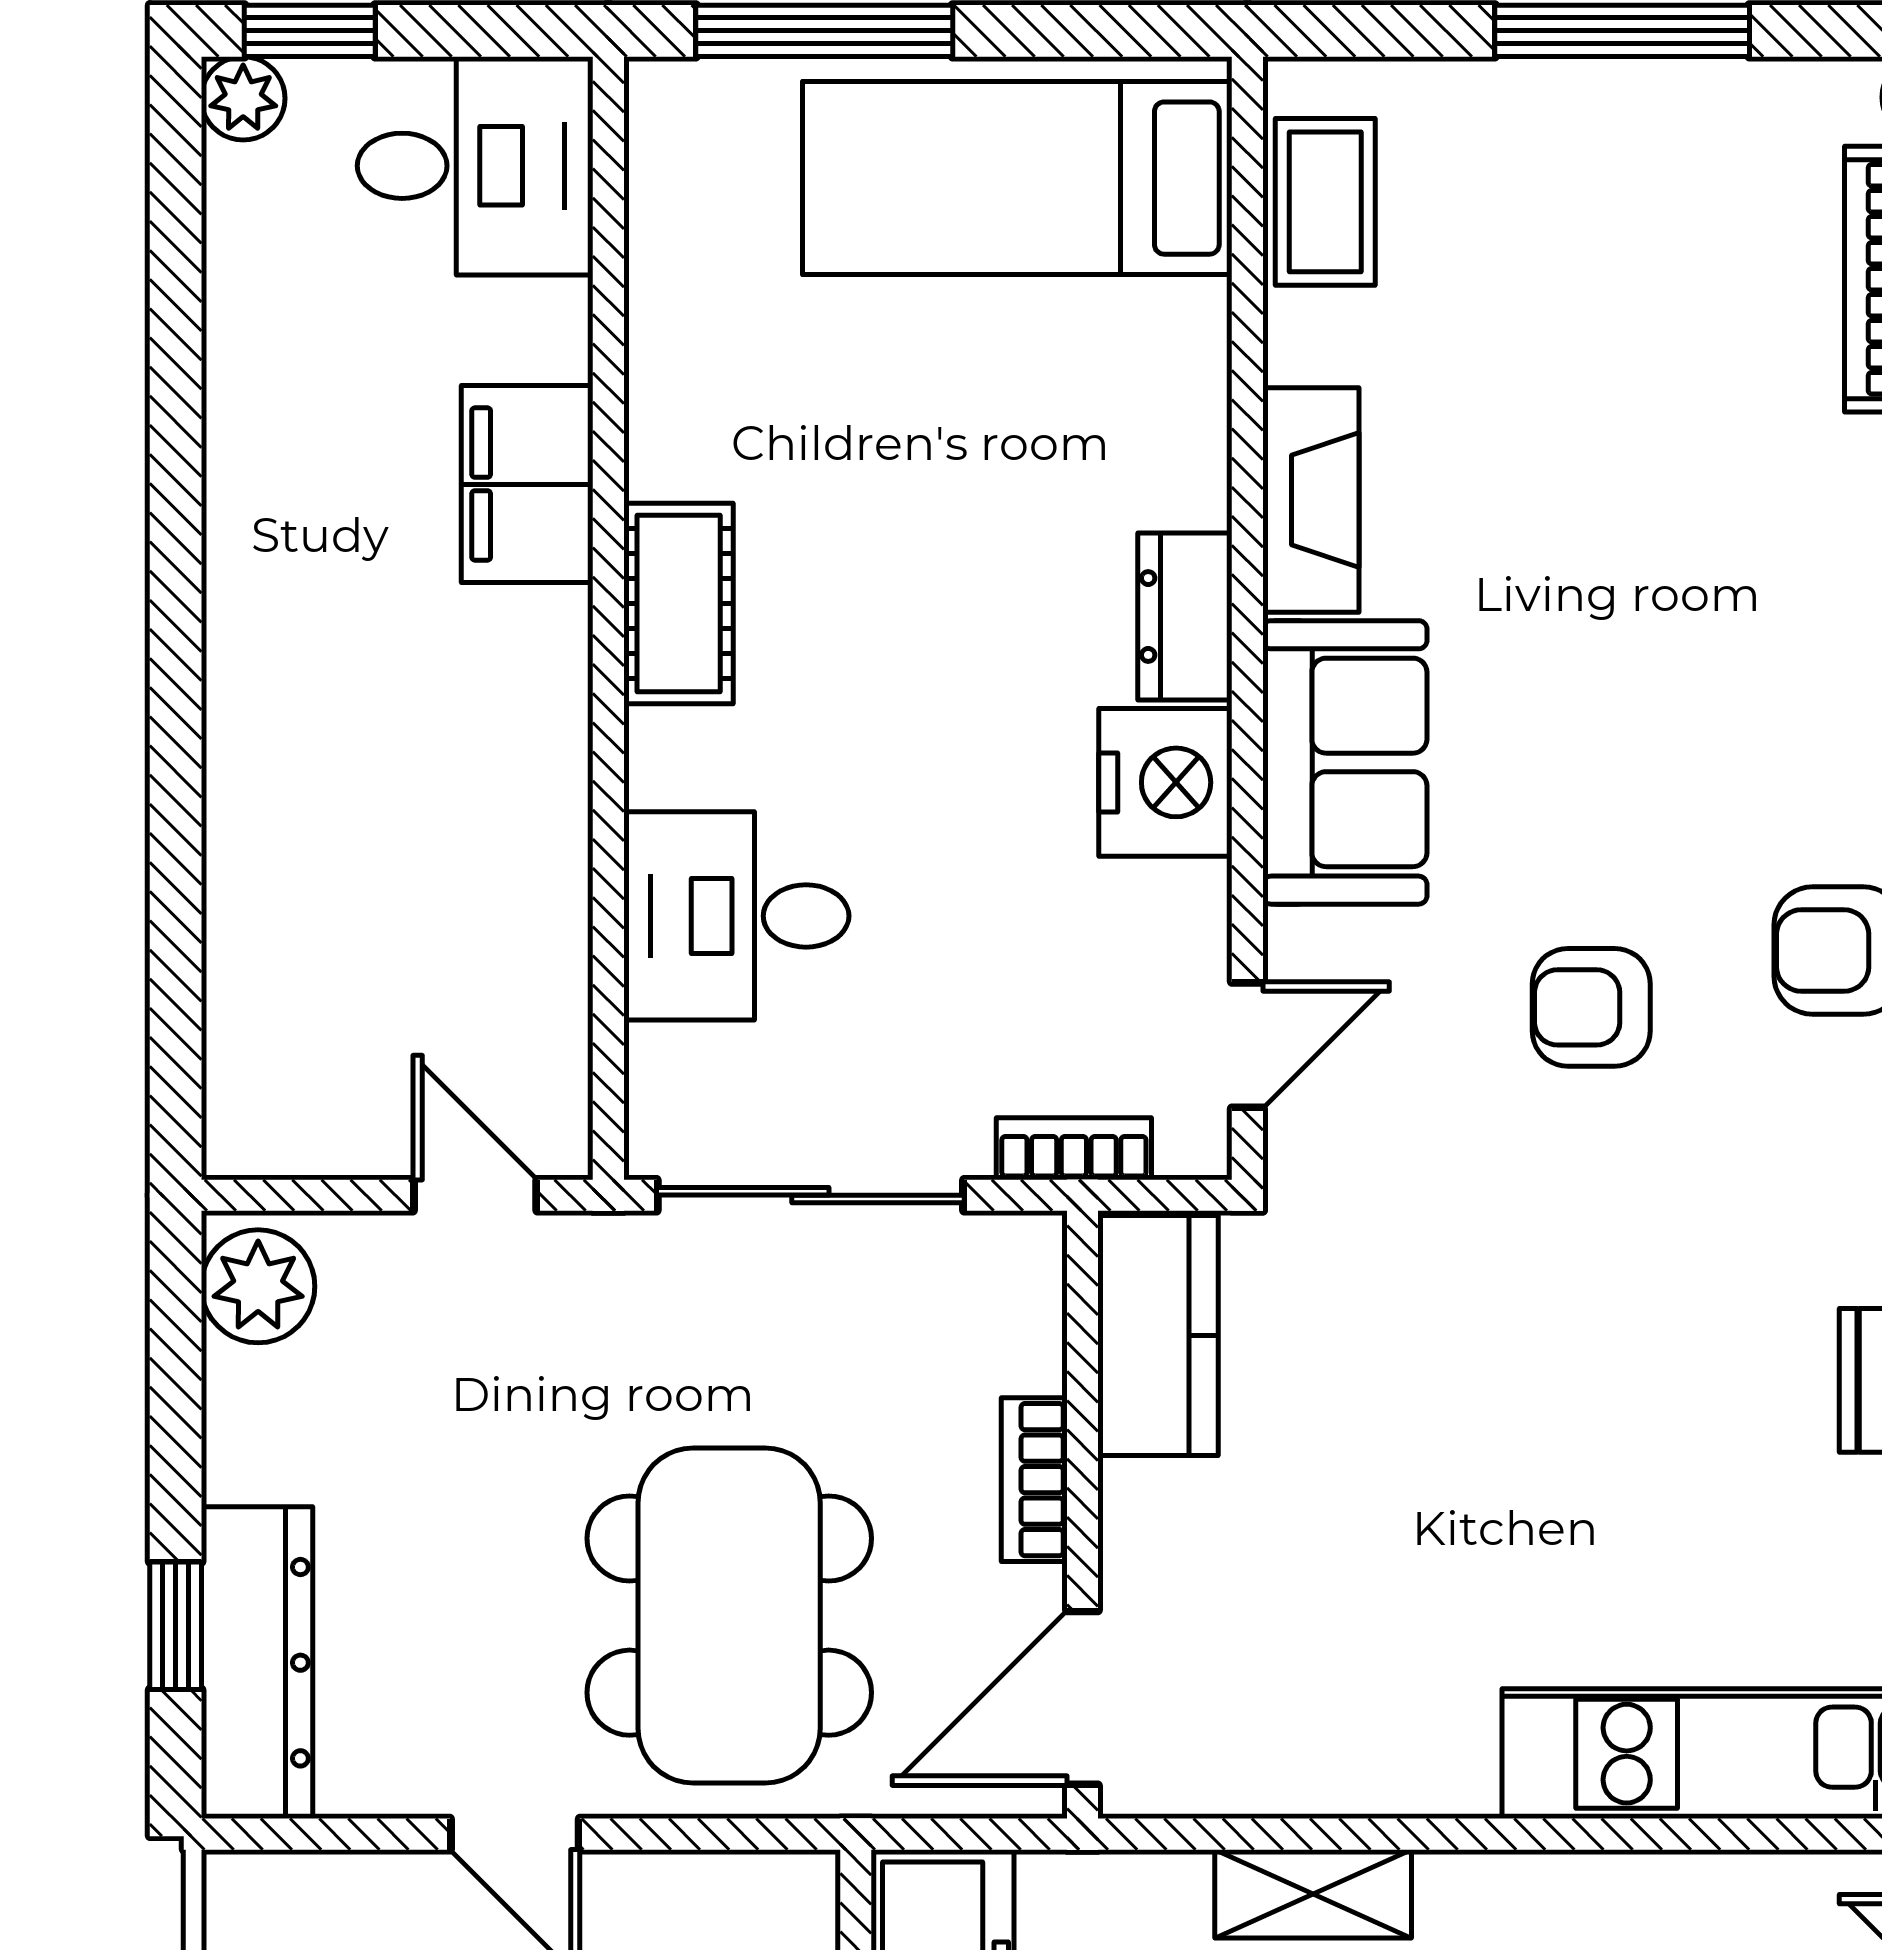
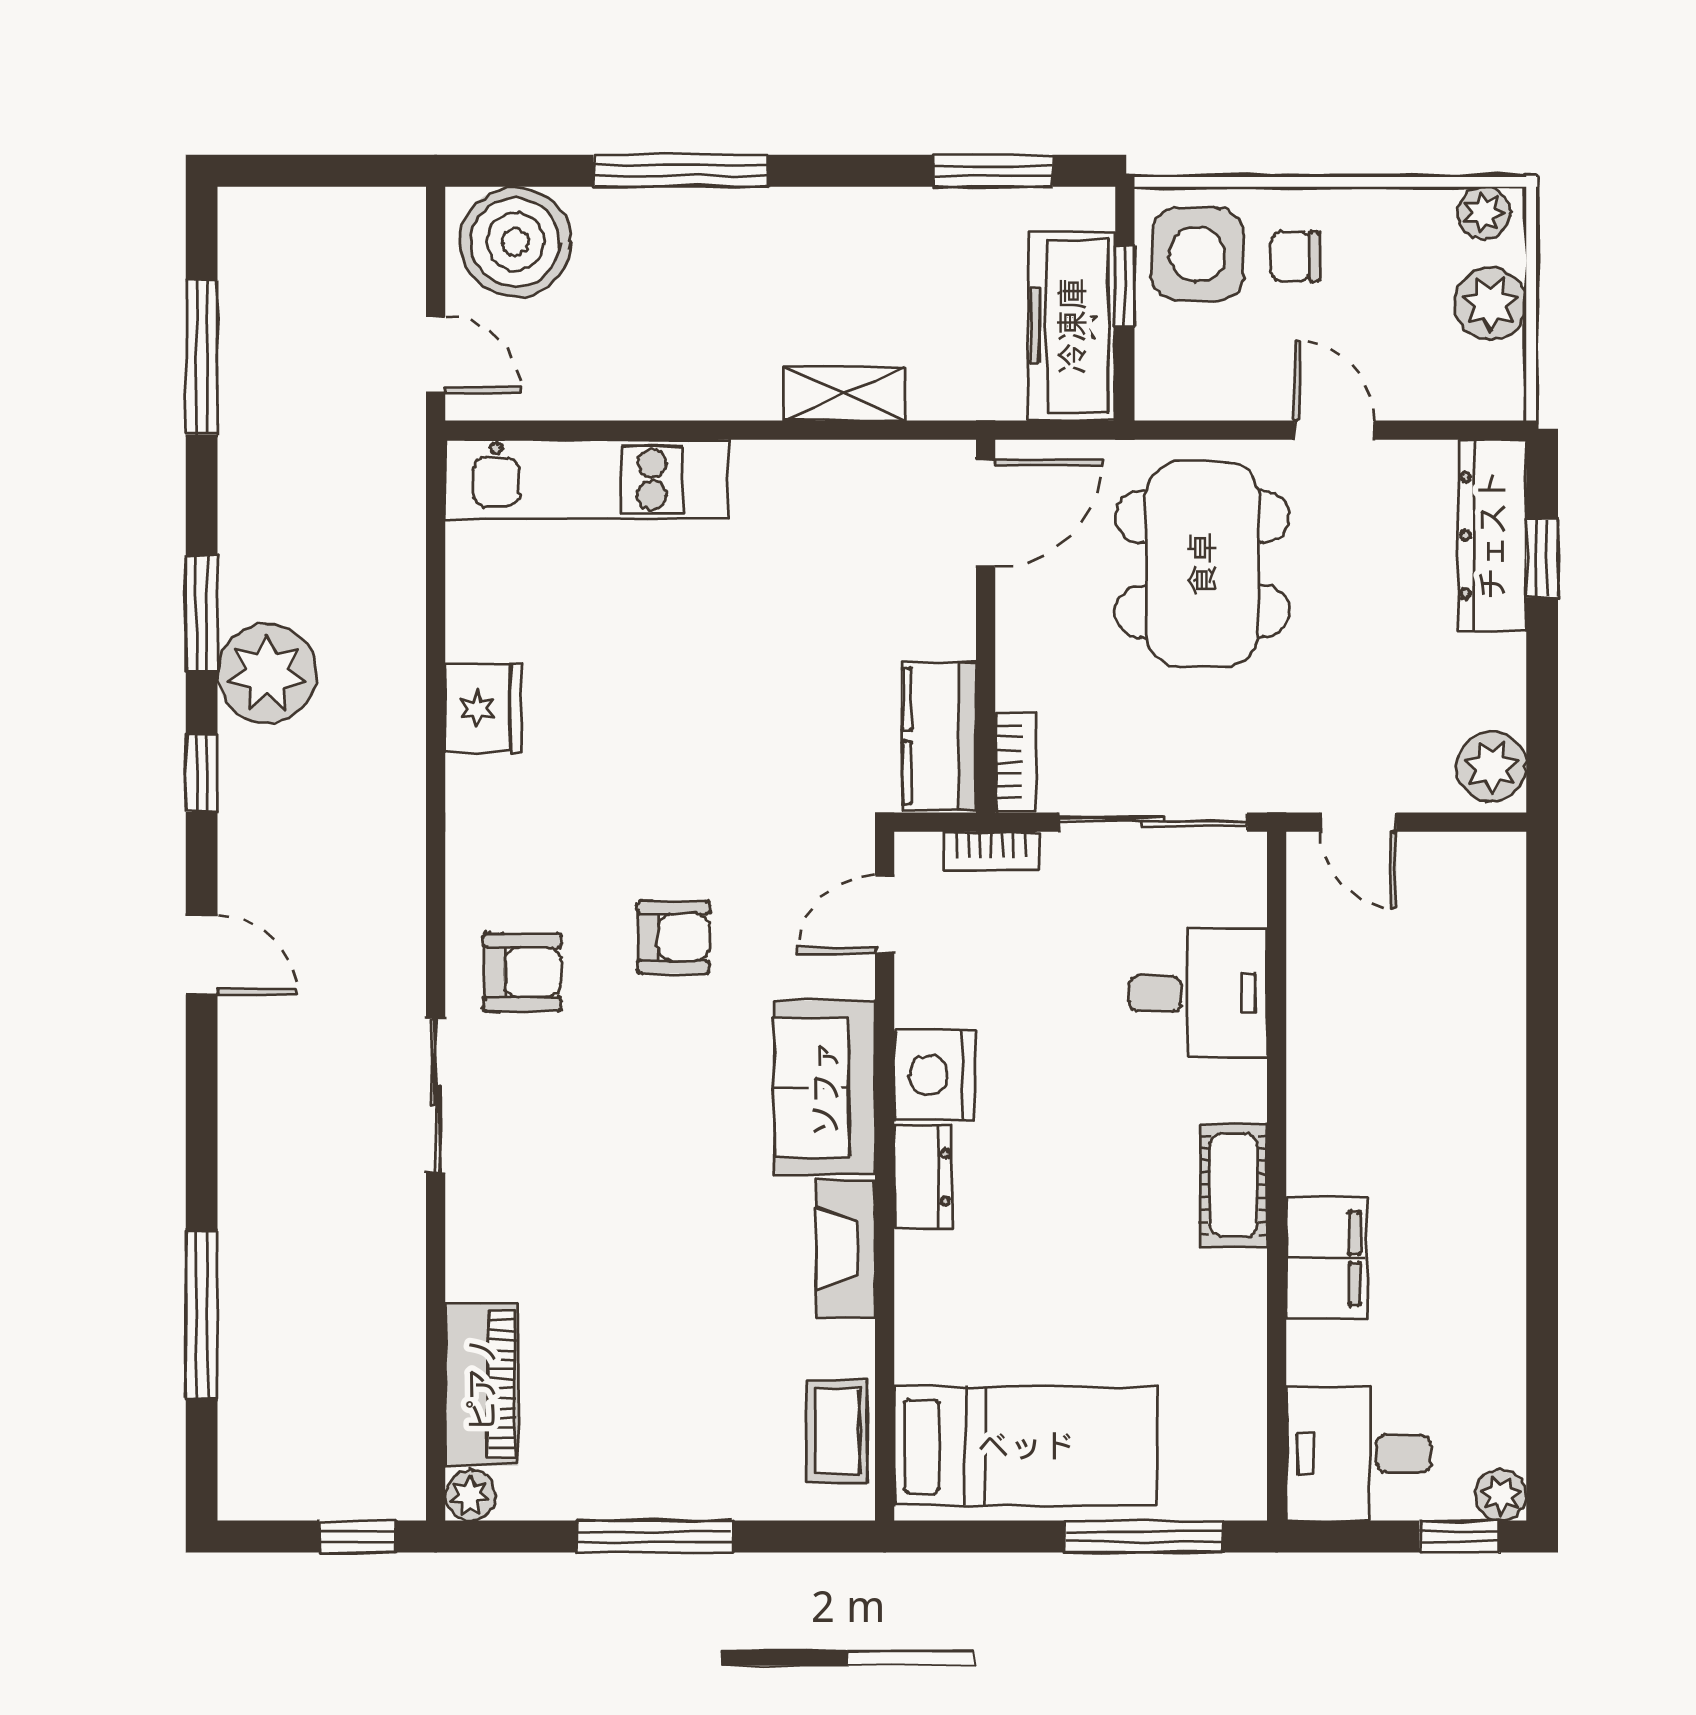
bookcase: (1034, 1480) -> (1015, 762), moved

